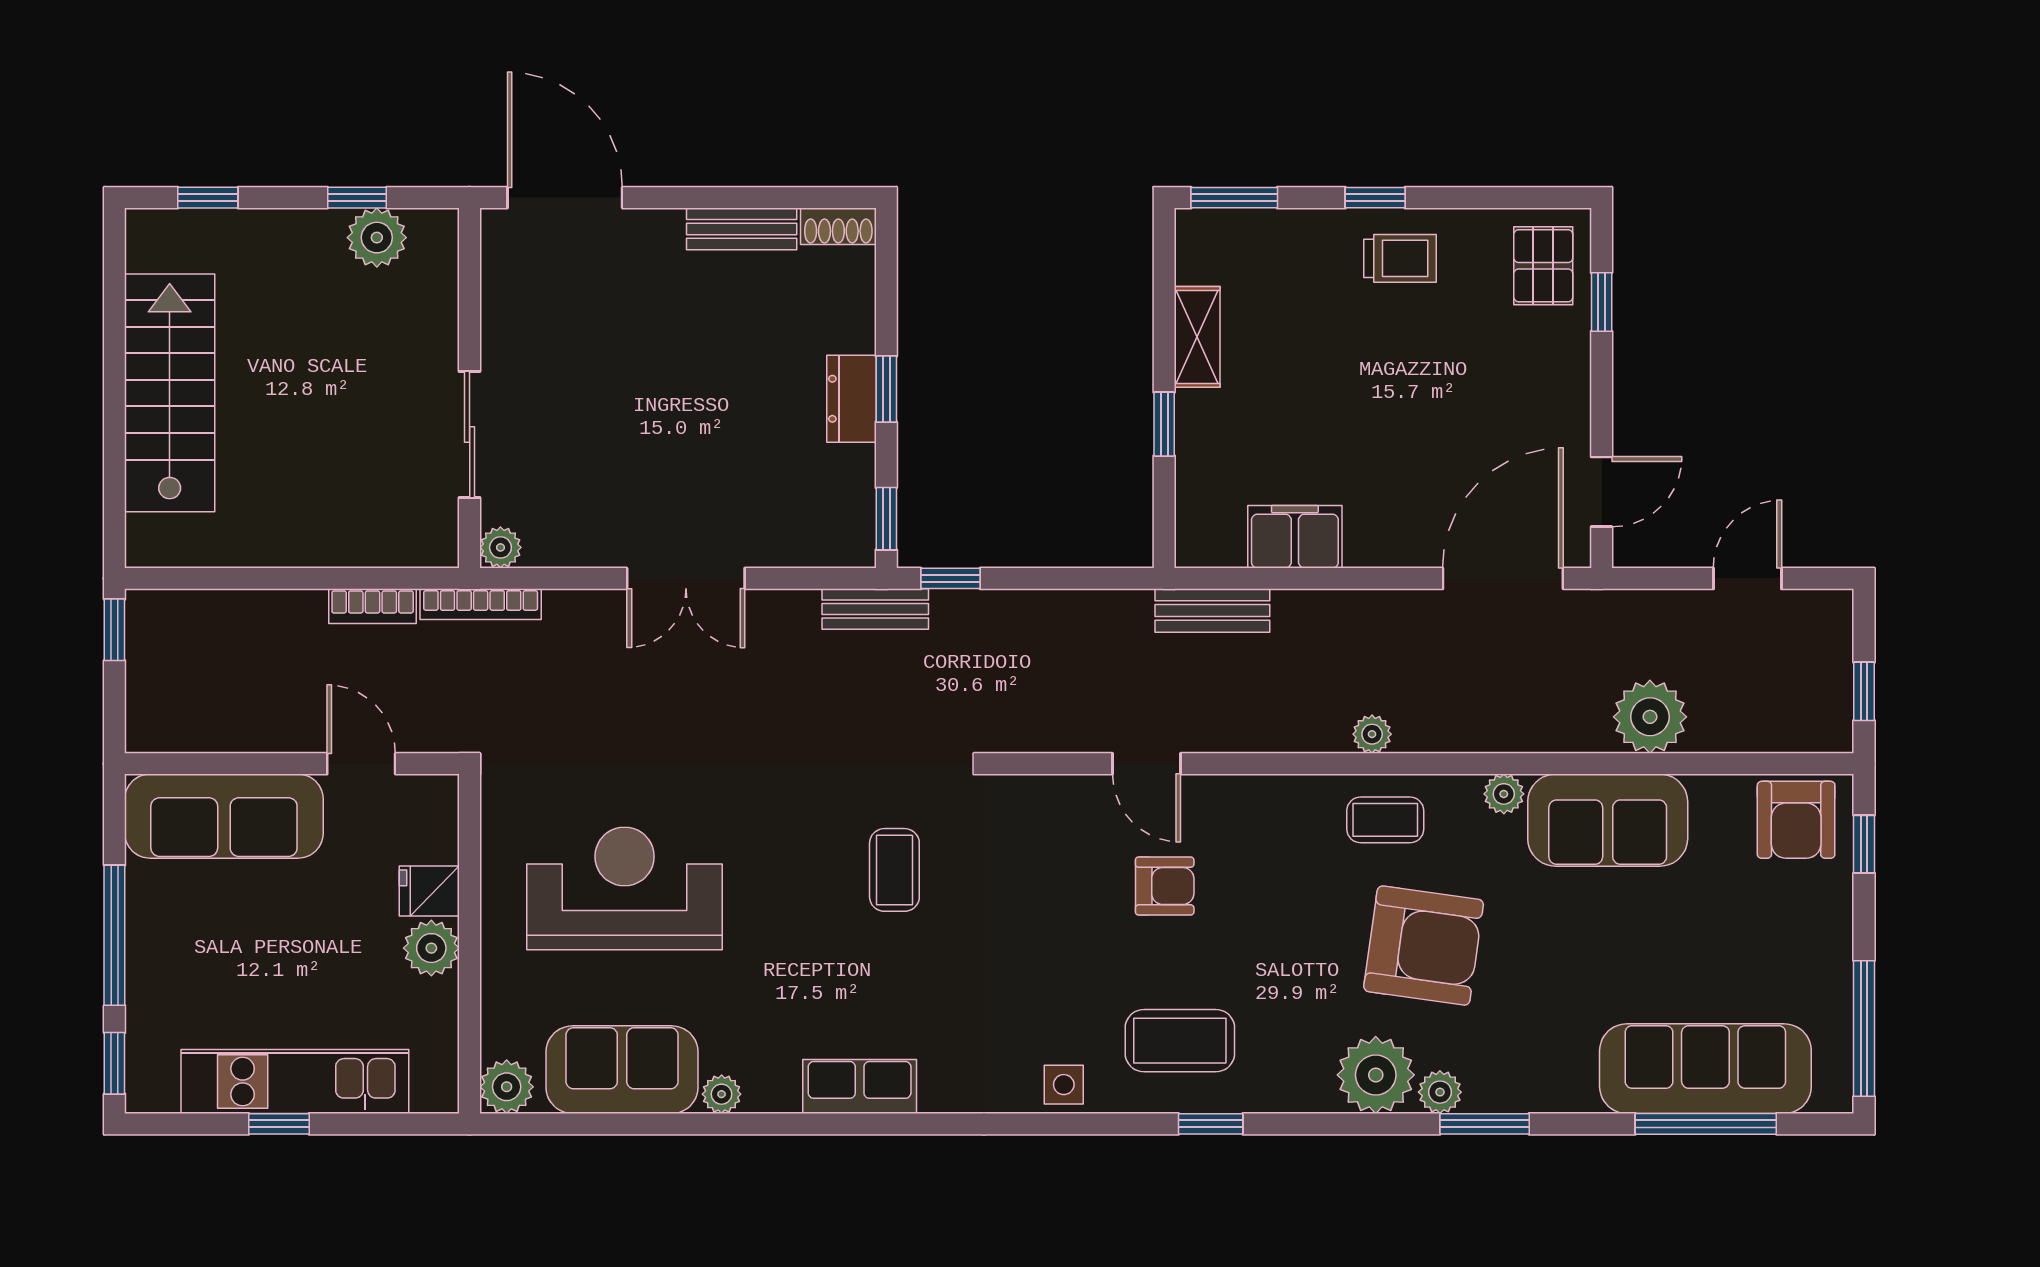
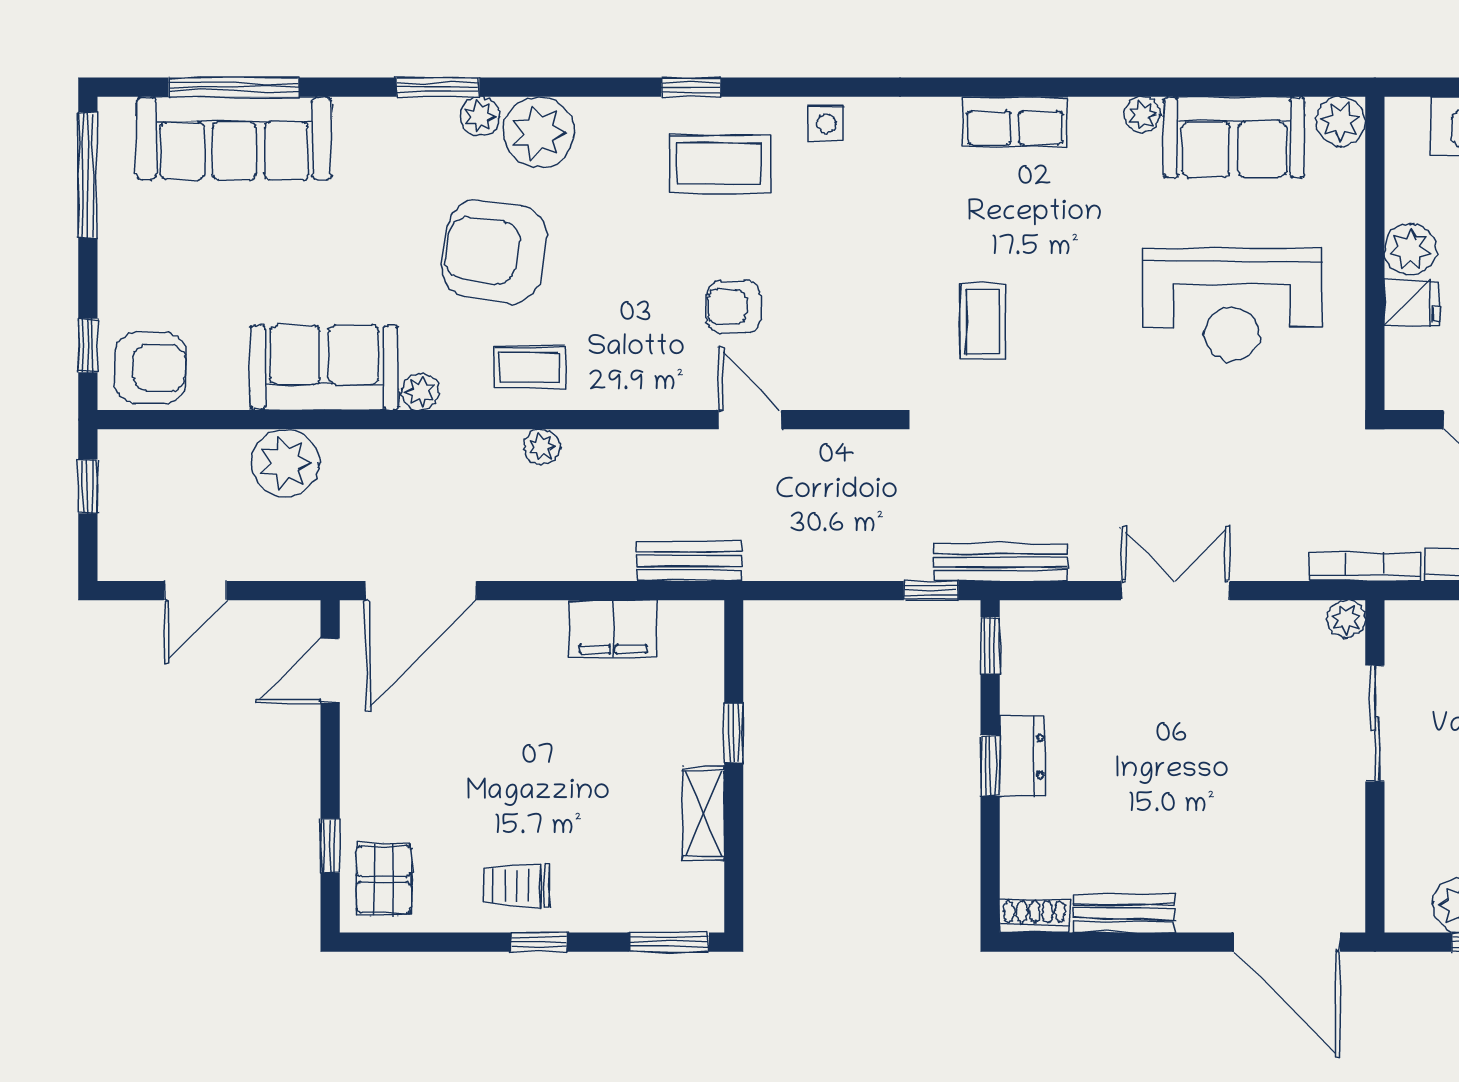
bench: (875, 609) -> (1000, 562), width x1.36
armchair: (1796, 820) -> (150, 368), turned 90

